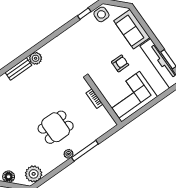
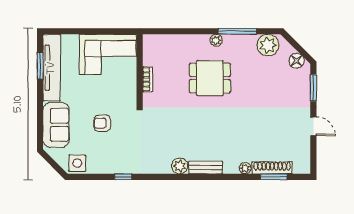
window: (84, 14) -> (123, 177), moved
armchair: (120, 63) -> (102, 123), moved
window: (85, 151) -> (237, 31), moved

